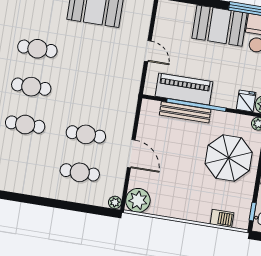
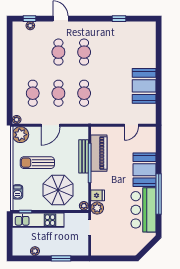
cafe table: (37, 49) -> (84, 93), moved
door: (148, 51) -> (131, 125), moved
sun lounger: (183, 182) -> (37, 163), added

